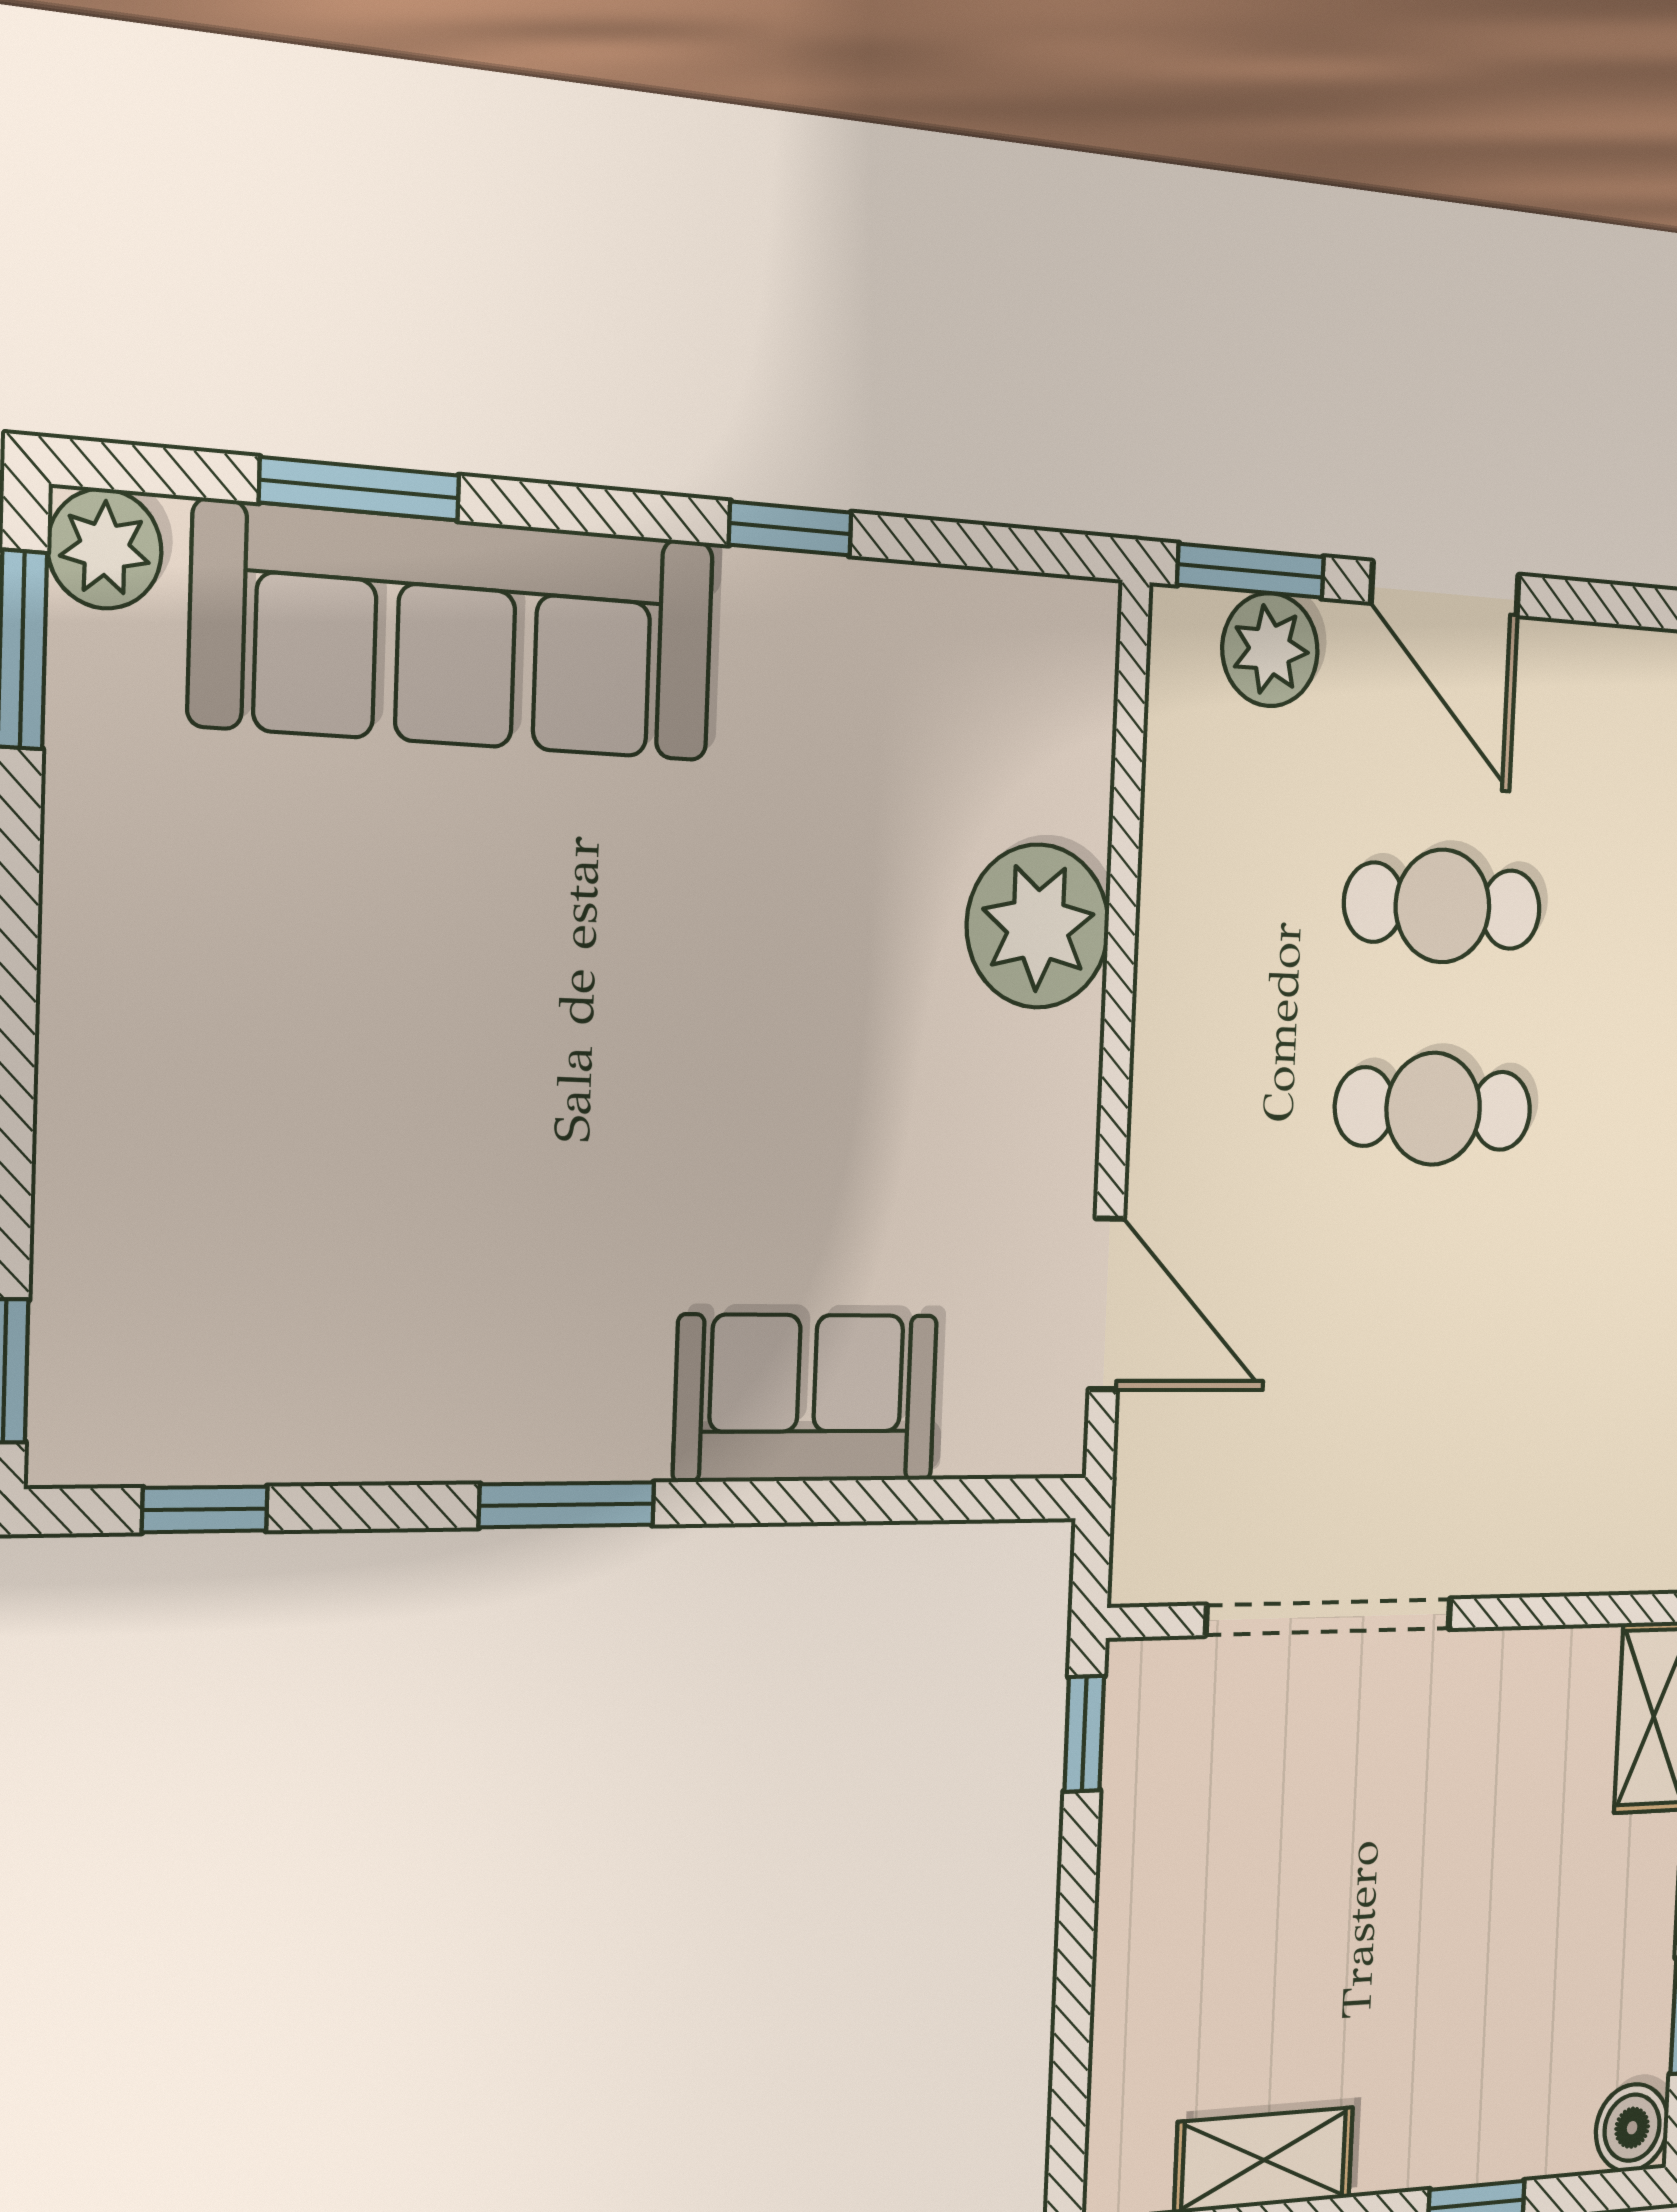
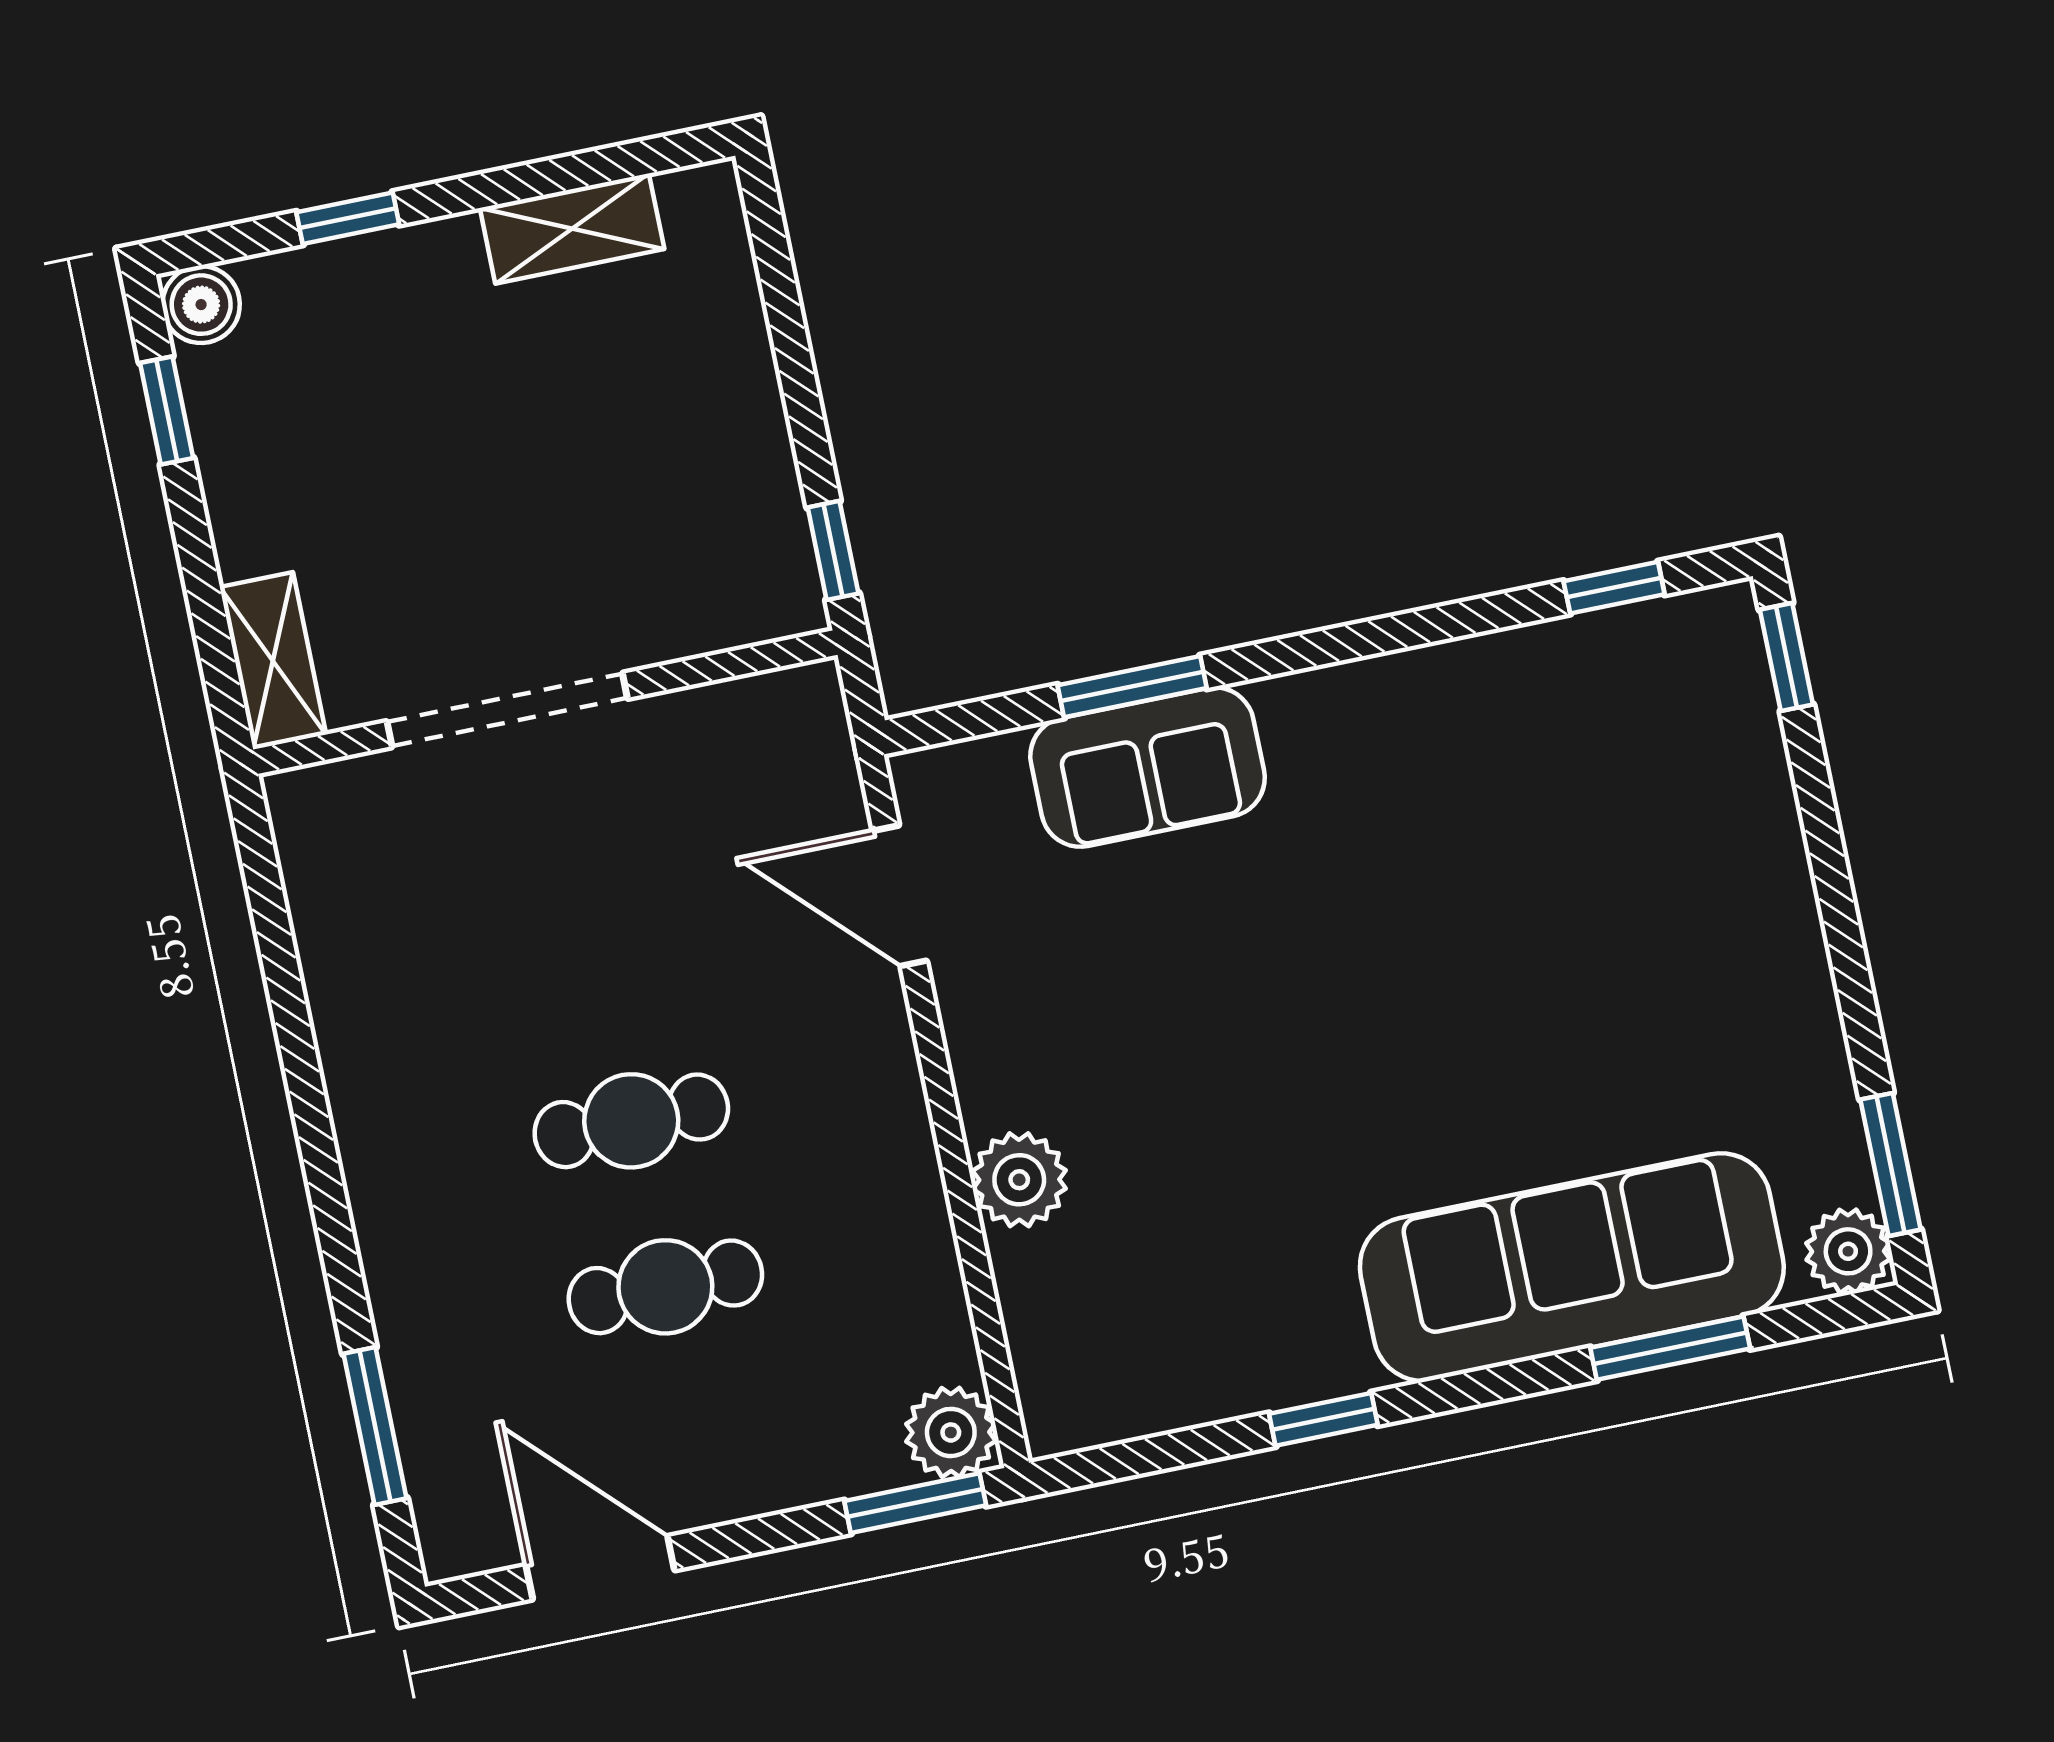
door: (1445, 589) -> (600, 1568), moved
plant: (1270, 650) -> (951, 1432), moved
plant: (1038, 926) -> (1019, 1180), width x0.73, depth x0.73
window: (567, 1505) -> (1132, 687), moved
doorway: (1330, 1617) -> (507, 710), moved

